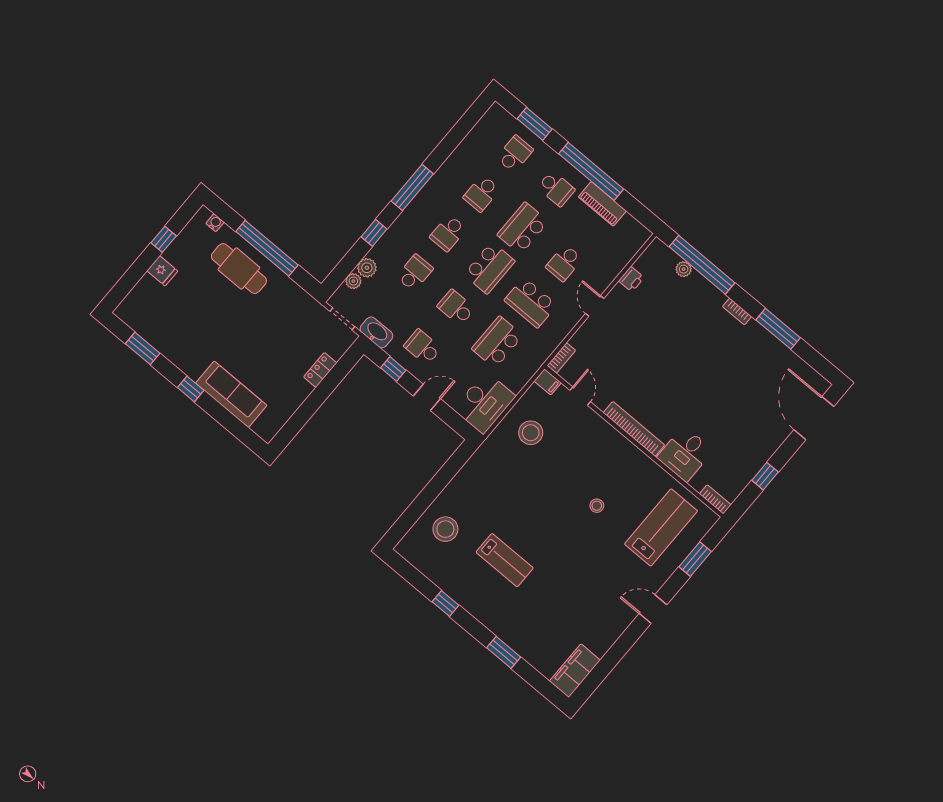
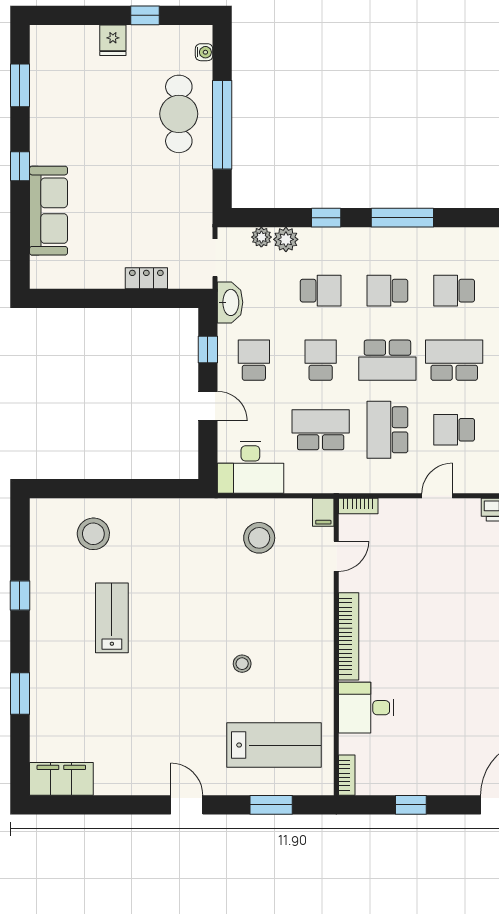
lab bench: (505, 560) -> (112, 618), turned 180

